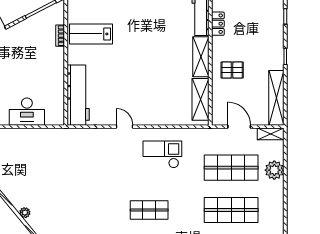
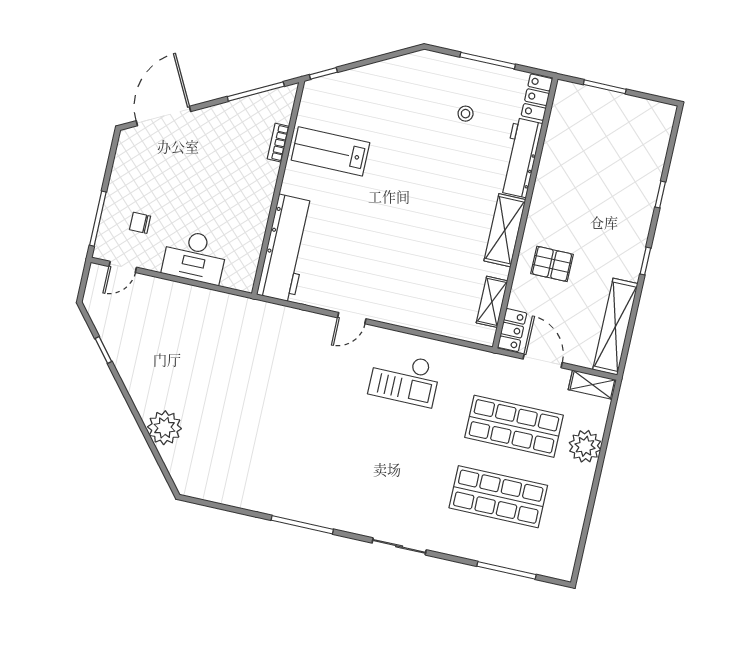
locker: (218, 24) -> (512, 330), moved
shelving: (200, 99) -> (492, 302), width x0.67, depth x0.75
door: (125, 127) -> (352, 318), swing flipped
checkout: (162, 154) -> (405, 379), turned 180
shop shelf: (149, 210) -> (362, 466), removed
plant: (25, 213) -> (165, 428), width x1.88, depth x1.88

